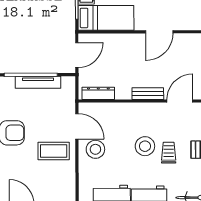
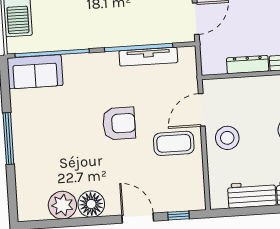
dresser: (98, 93) -> (248, 65), moved
door: (77, 126) -> (202, 110), swing flipped

